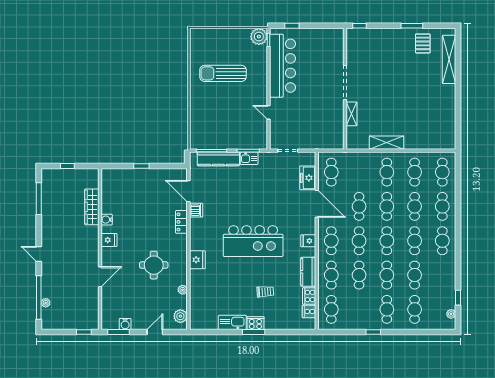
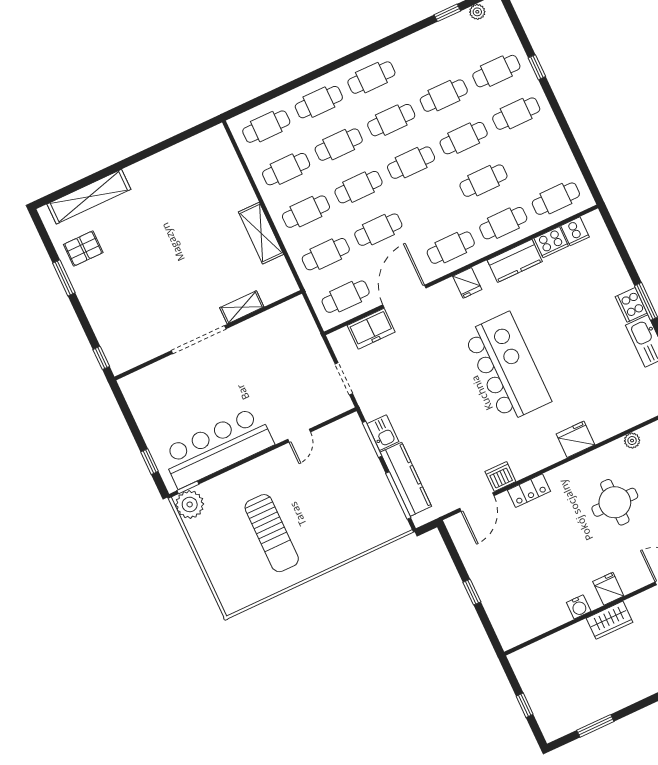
window: (39, 199) -> (595, 726), width x0.69
wardrobe: (92, 207) -> (610, 620), moved, width x0.67
cafe table: (359, 241) -> (326, 254), moved
trolley: (265, 292) -> (576, 312), removed
window: (373, 332) -> (537, 67), moved

